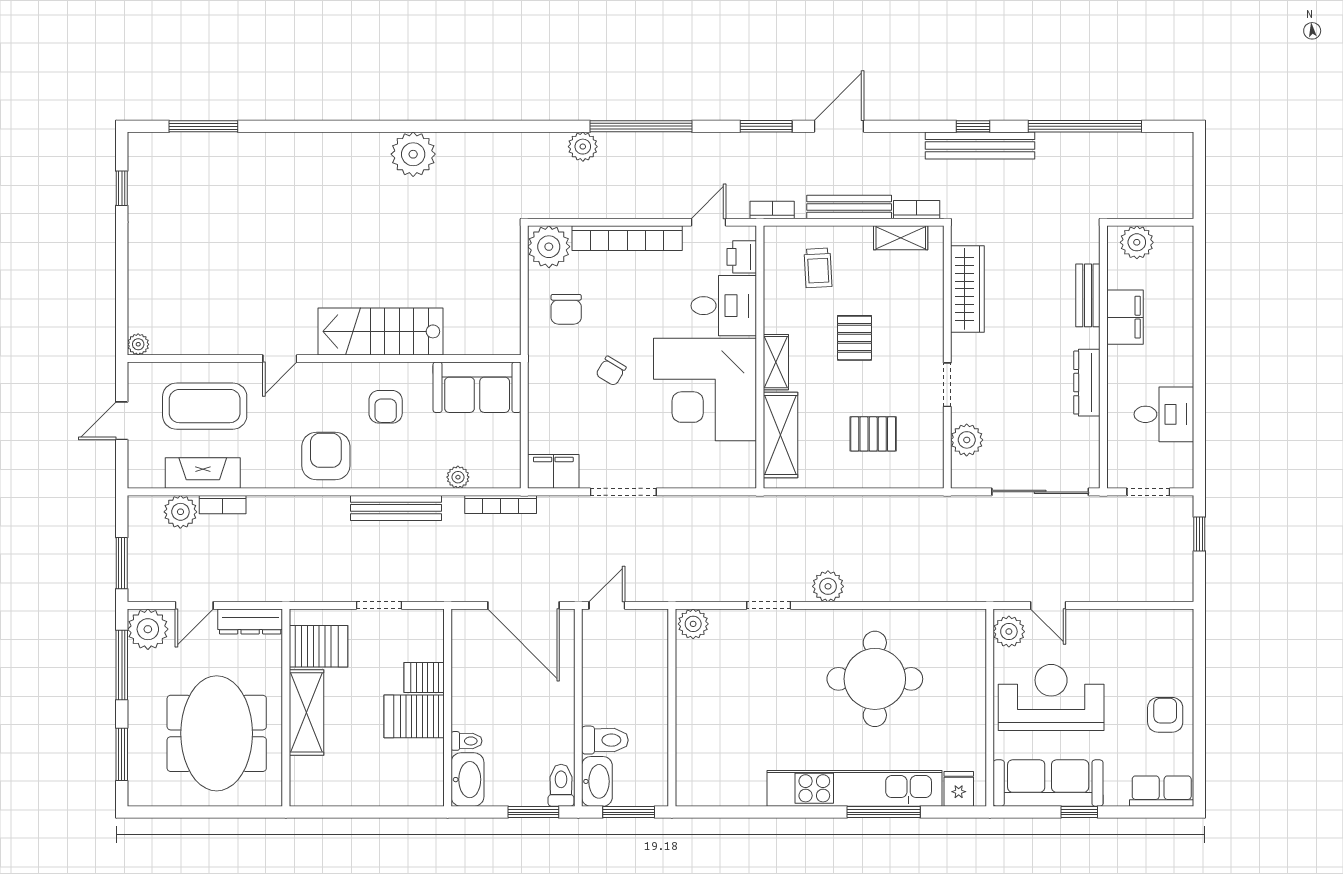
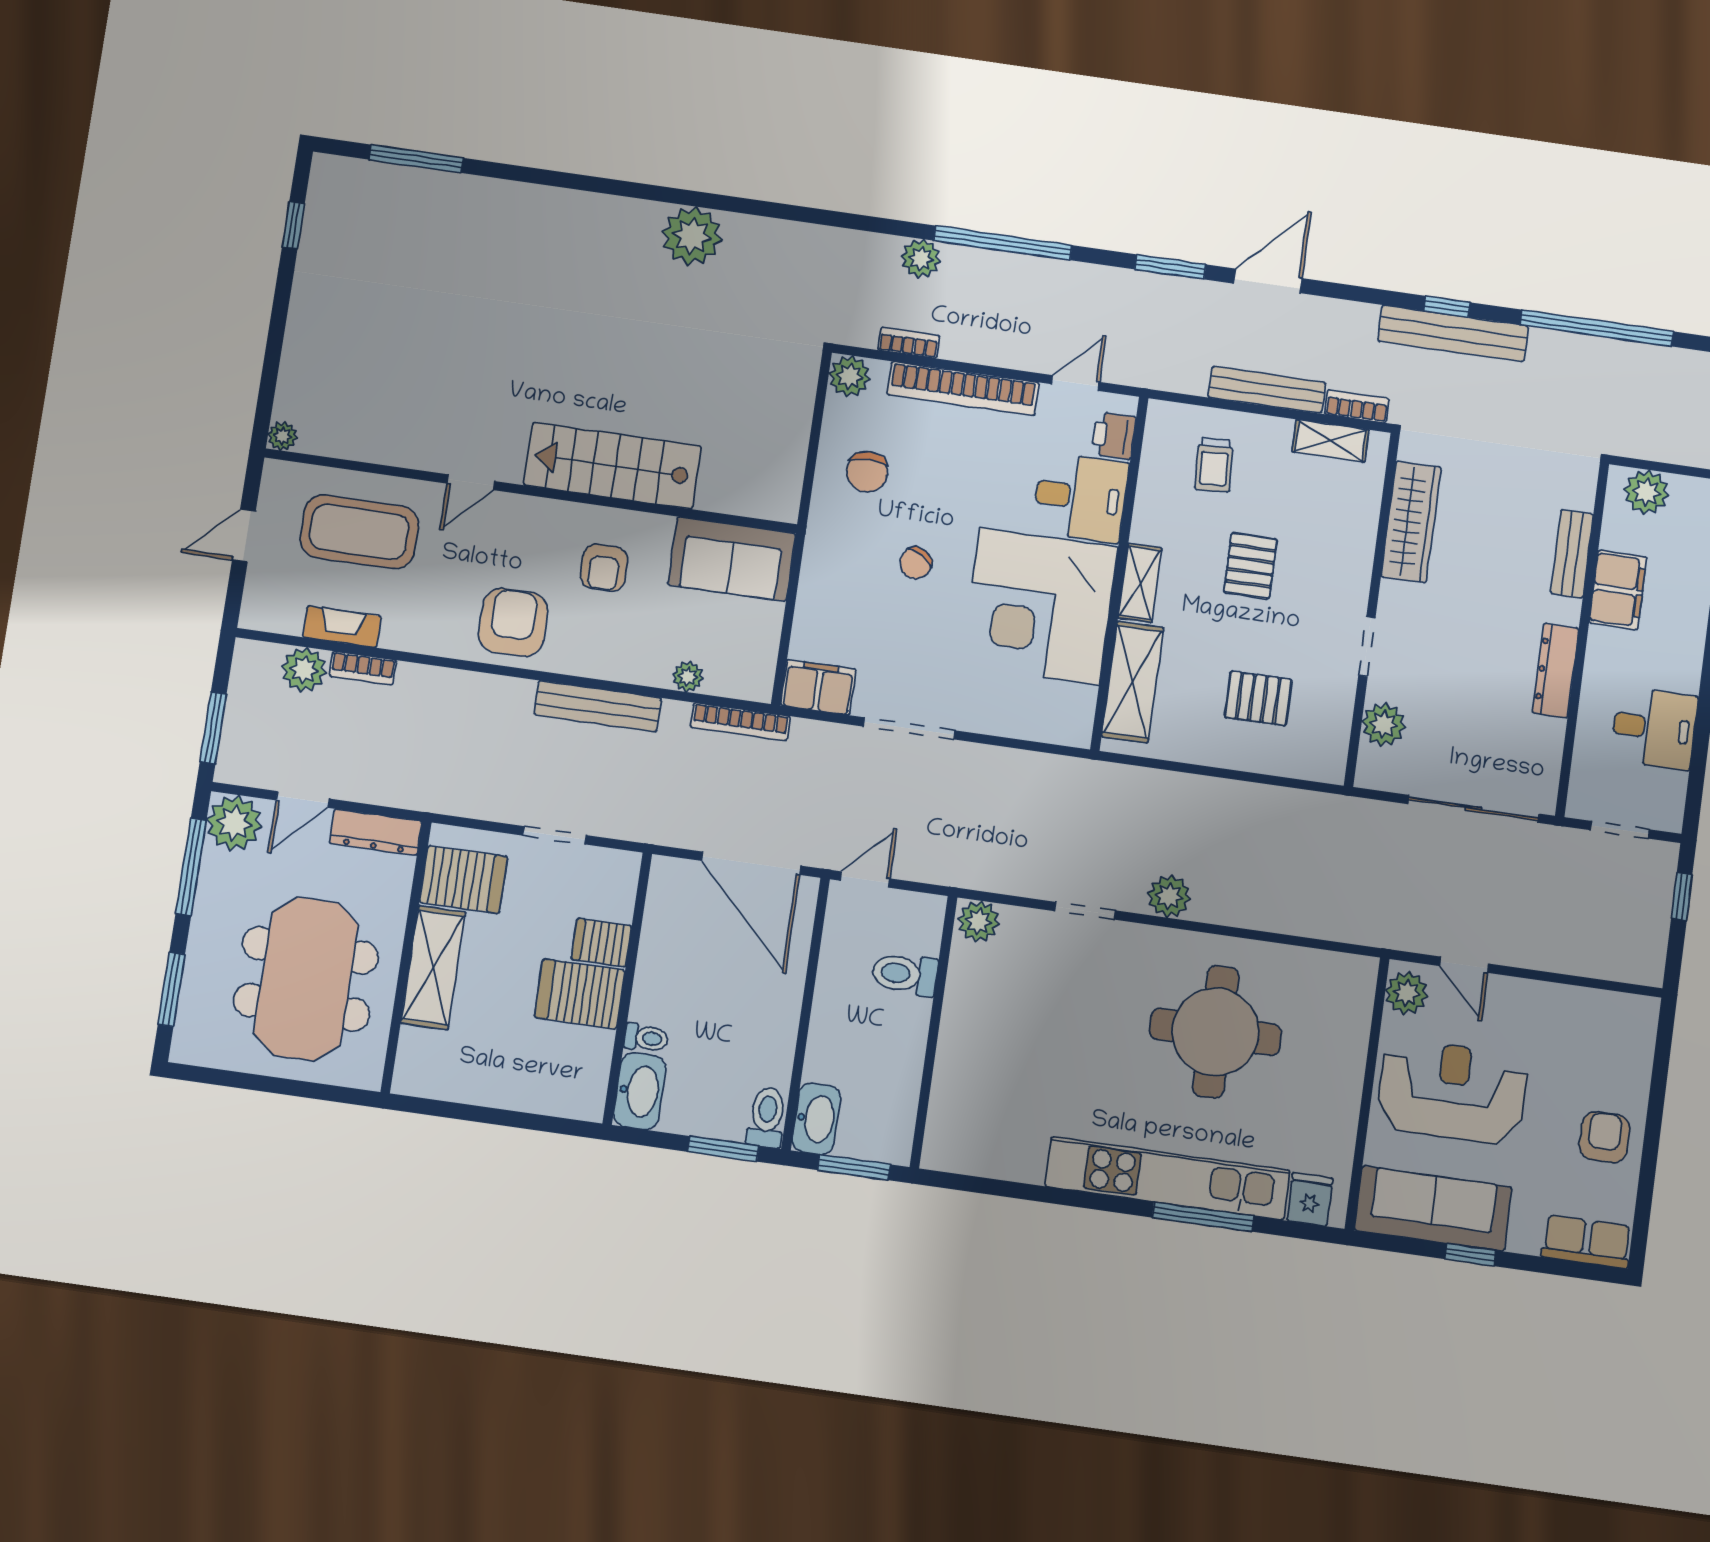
bookcase: (772, 210) -> (909, 343), moved
plant: (549, 247) -> (850, 376), width x0.73, depth x0.73
fireplace: (203, 473) -> (342, 627), width x0.73, depth x0.76
toilet: (605, 740) -> (905, 974), moved, turned 180

